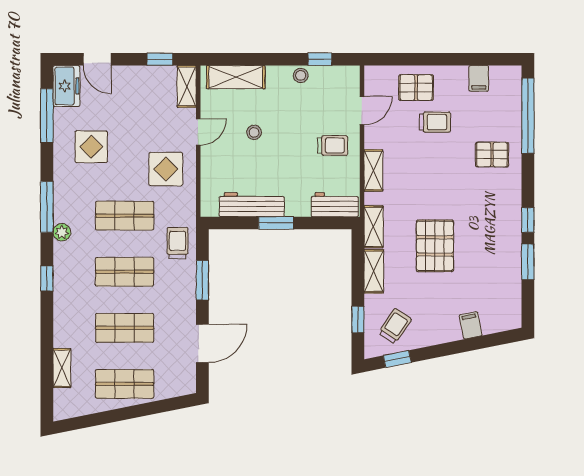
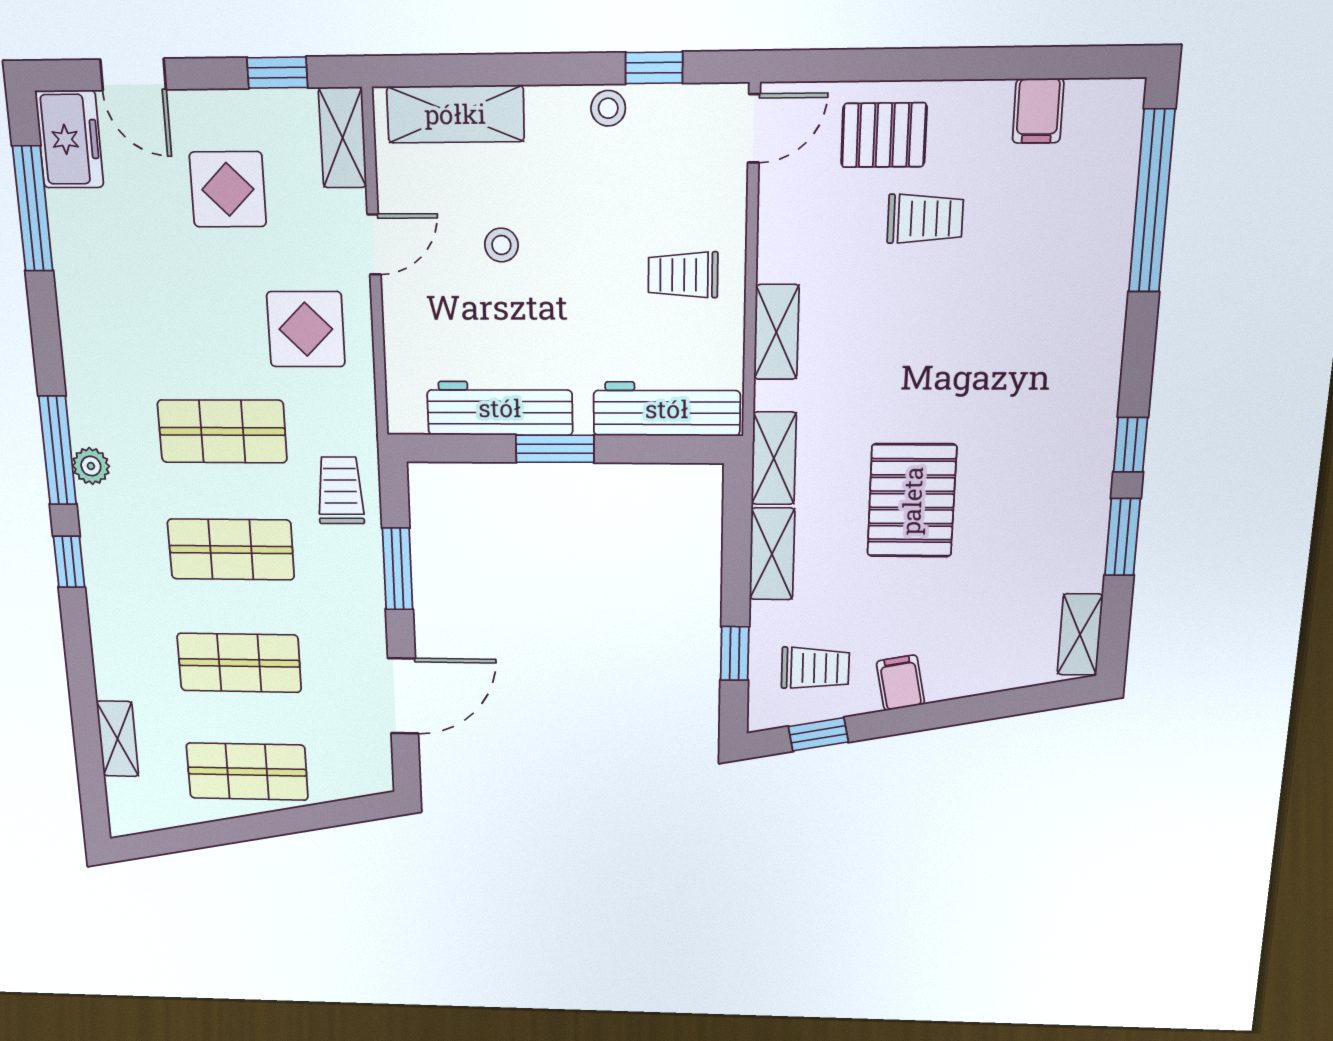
door: (362, 111) -> (754, 128), moved
trolley: (333, 146) -> (683, 275), turned 180
display table: (91, 147) -> (228, 189), moved
pallet: (492, 155) -> (1058, 295), removed
workbench: (335, 205) -> (667, 409), width x1.37
window: (47, 207) -> (58, 451), moved
shelving: (513, 308) -> (1080, 635), added
filing cabinet: (471, 325) -> (900, 683), moved
trolley: (395, 326) -> (815, 668), turned 56

